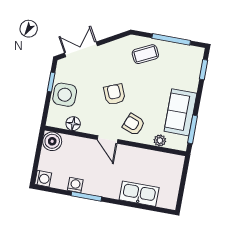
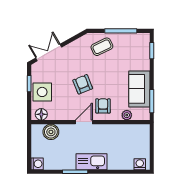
floor lamp: (73, 124) -> (41, 114), moved
armchair: (134, 124) -> (103, 106), turned 69
door: (108, 139) -> (84, 122), swing flipped
boiler: (52, 141) -> (51, 132), moved
washing machine: (75, 185) -> (140, 164), moved
kitchen sink: (139, 194) -> (91, 162), moved

